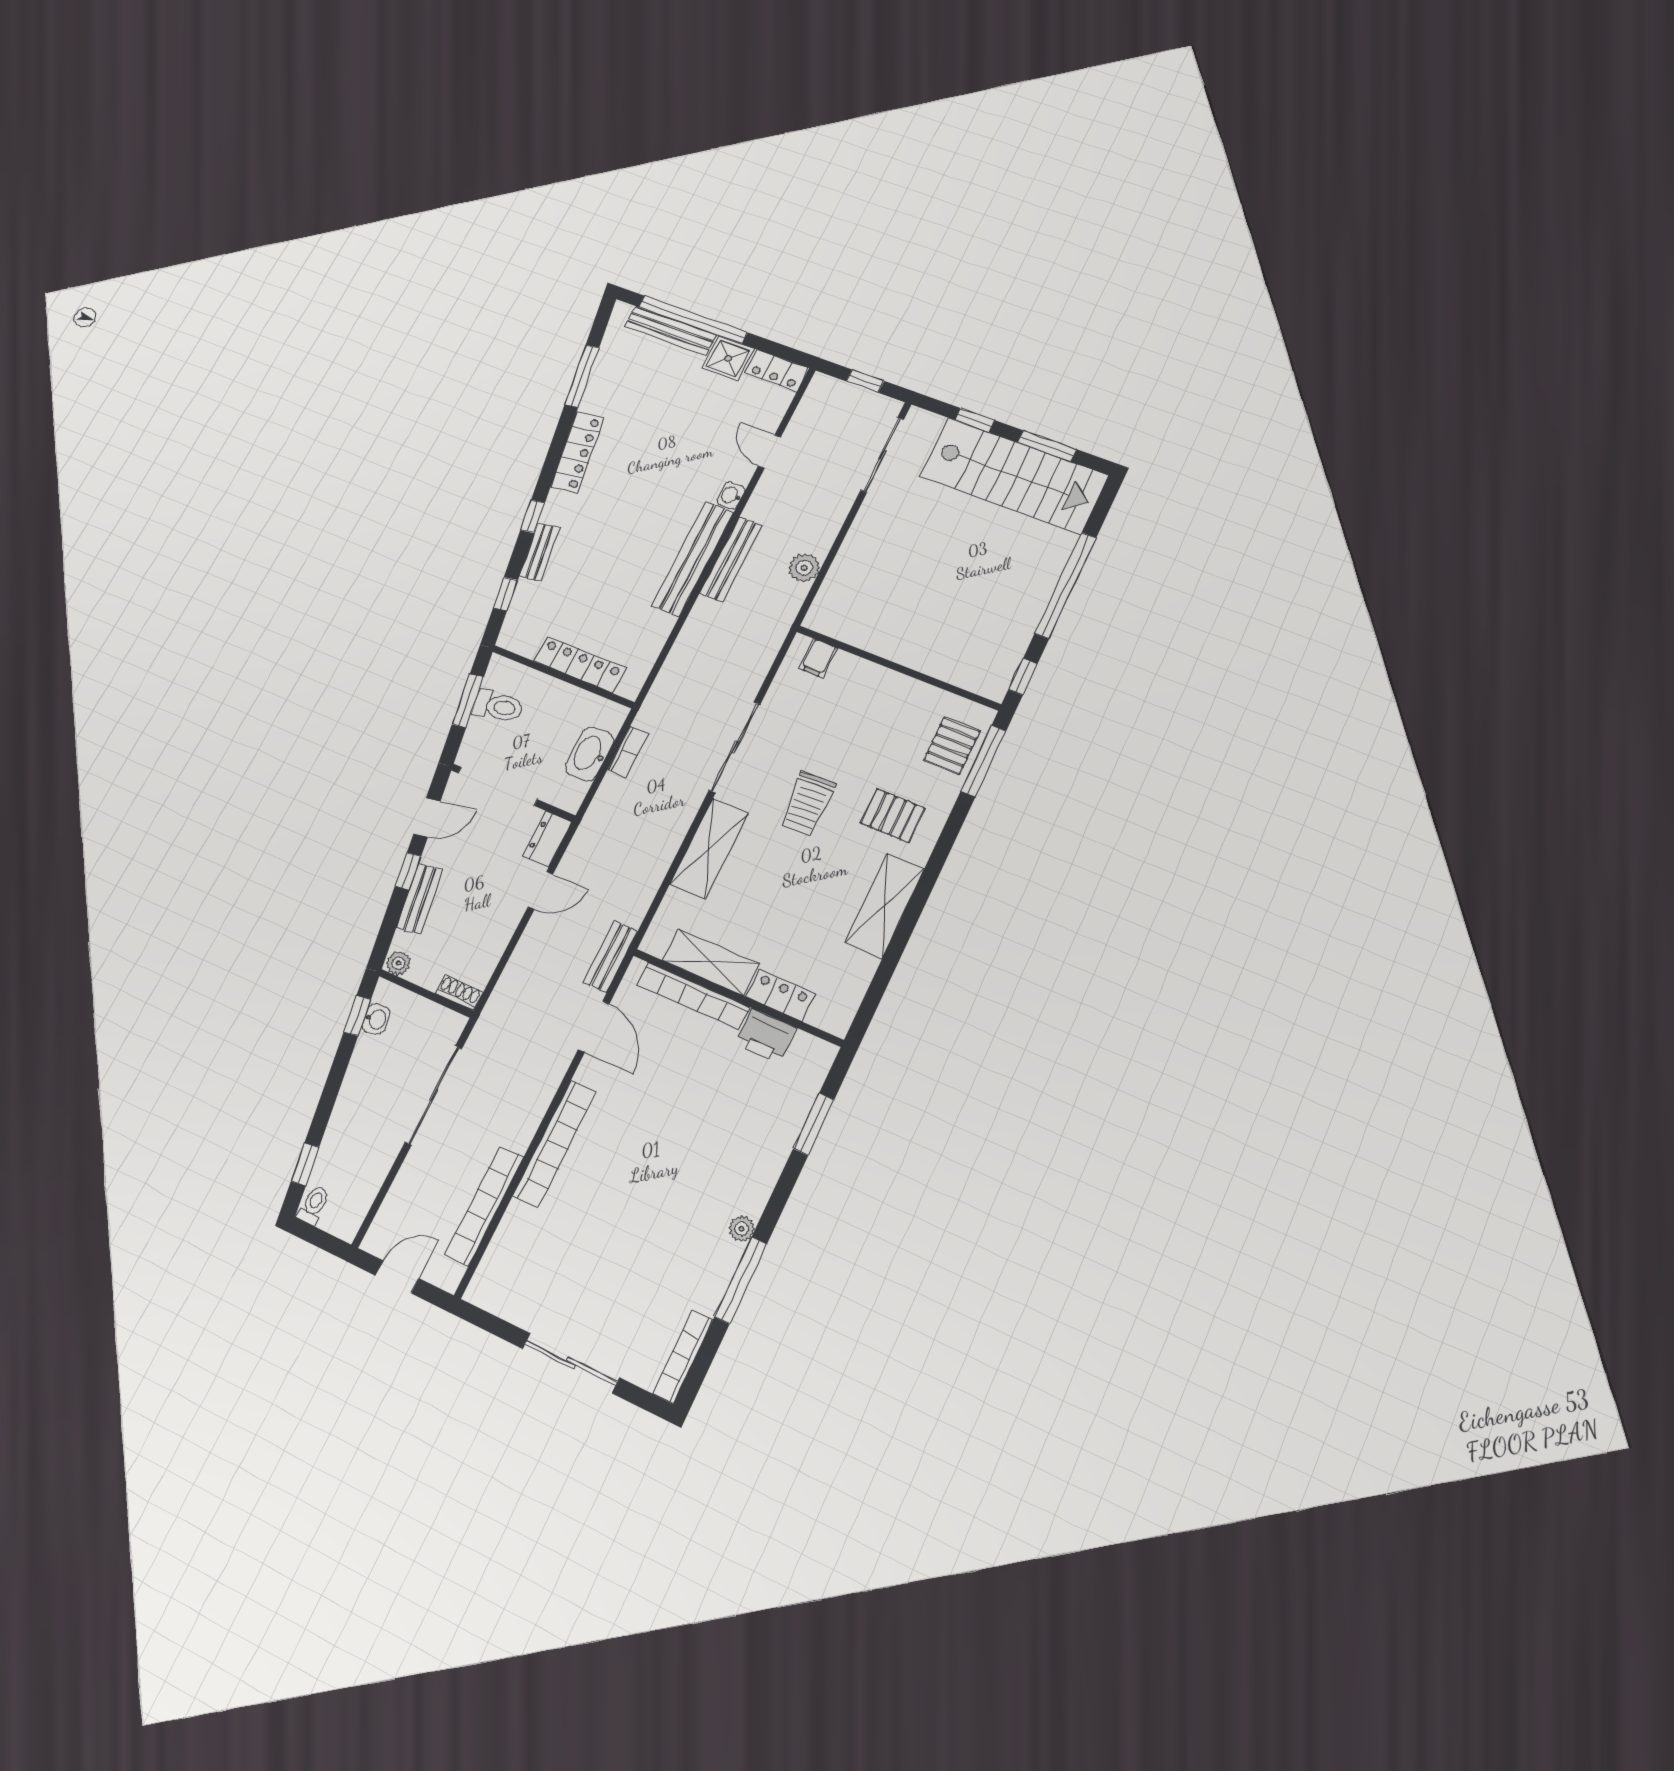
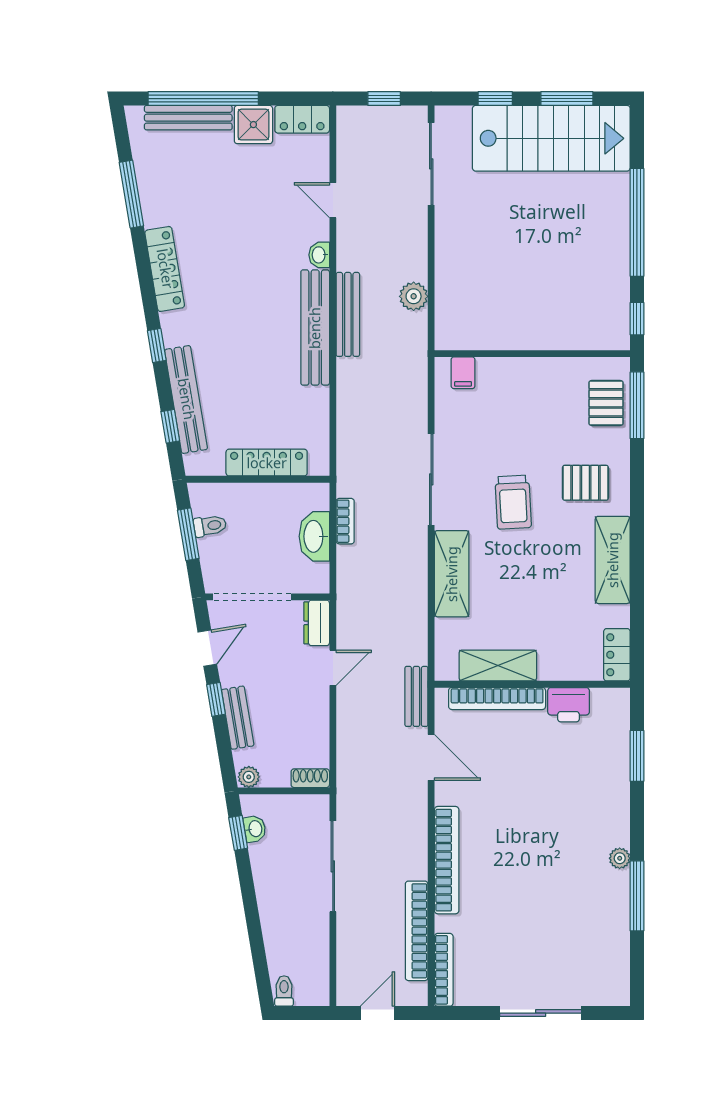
bench: (539, 552) -> (186, 399), width x1.86, depth x1.21
toilet: (498, 706) -> (210, 526), width x0.73, depth x0.72
locker: (780, 995) -> (617, 655), moved, turned -90
window: (305, 1164) -> (260, 964), removed
bookcase: (683, 1356) -> (444, 970), moved, turned 180

